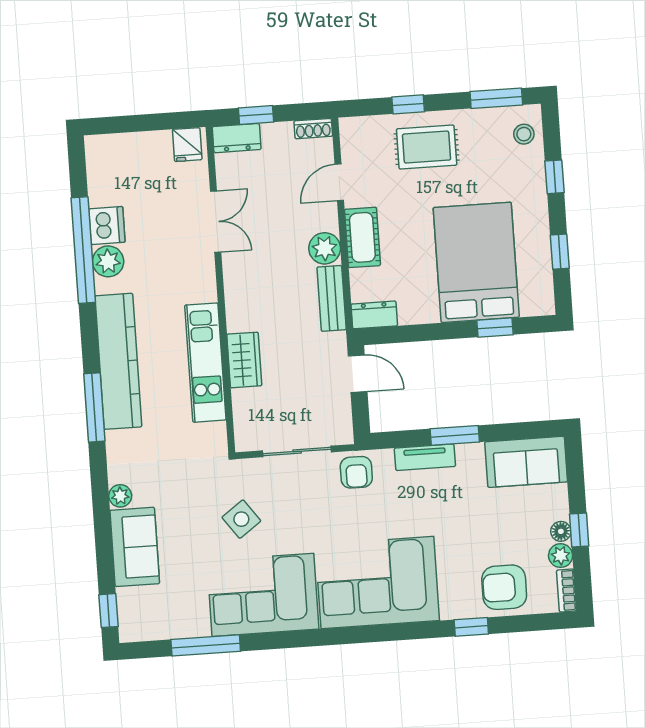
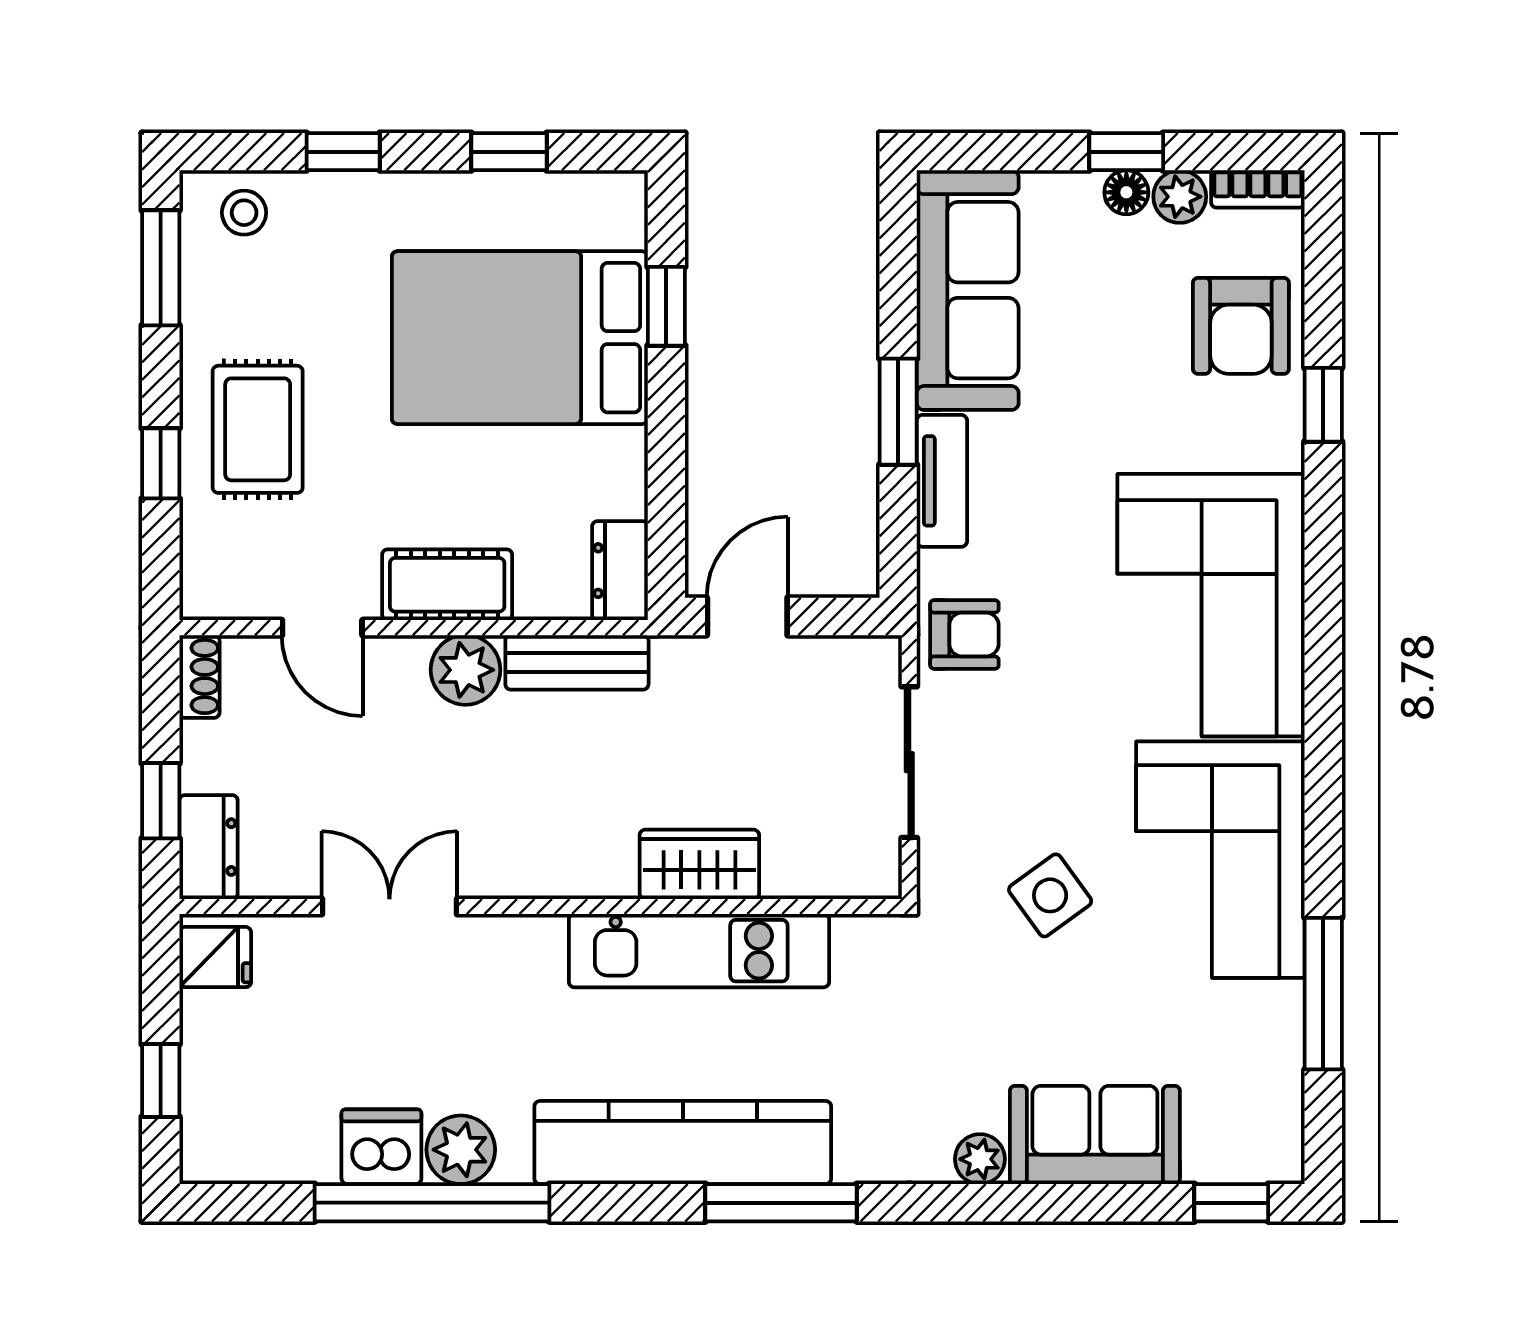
window: (130, 124) -> (161, 1080), added
sofa: (526, 462) -> (968, 290), width x1.36

